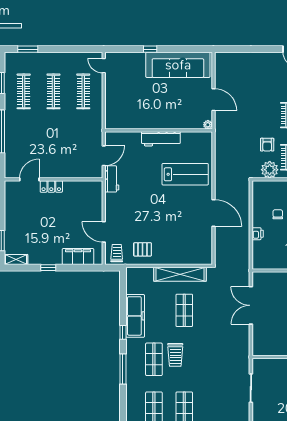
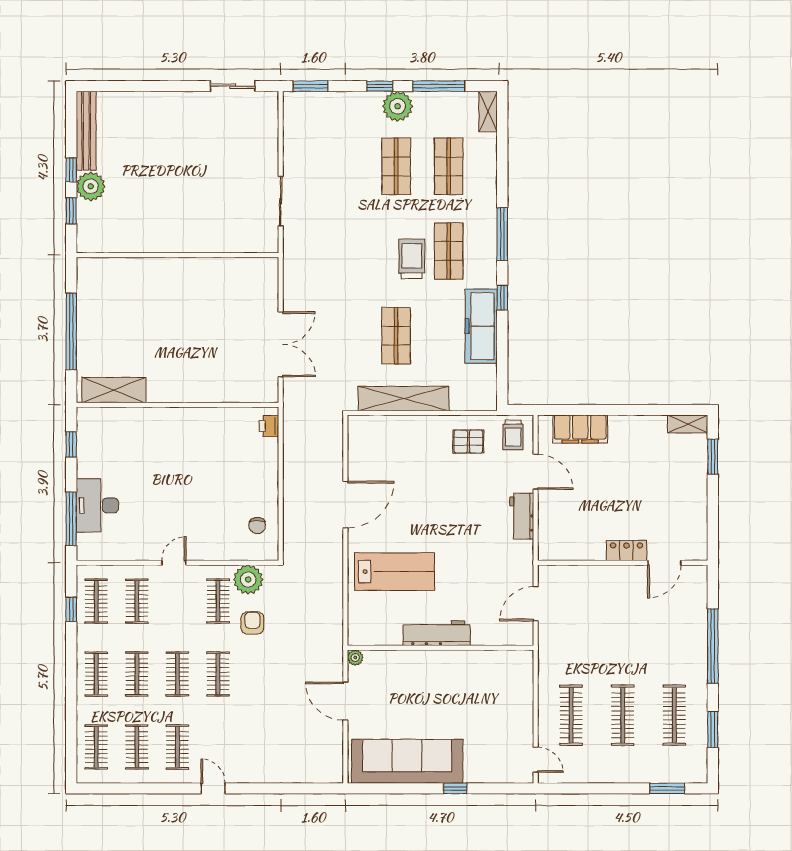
lab bench: (185, 174) -> (395, 572), turned 180
workbench: (112, 179) -> (522, 516), moved
door: (213, 213) -> (345, 505), swing flipped
chair: (278, 214) -> (257, 525), moved
printer: (258, 234) -> (269, 426), moved
window: (48, 268) -> (632, 410), removed

